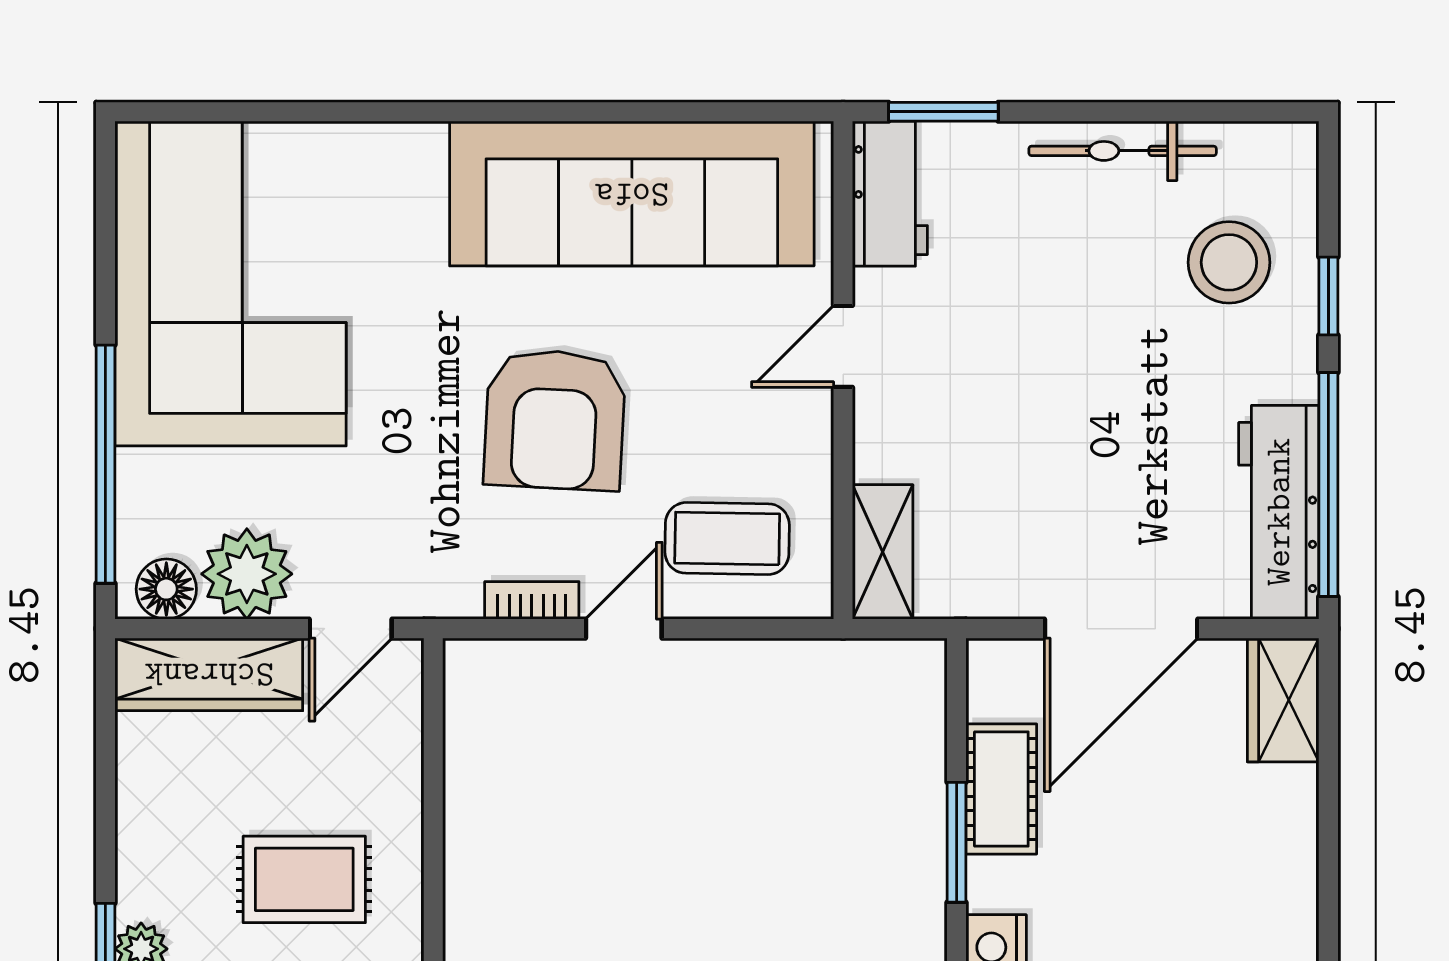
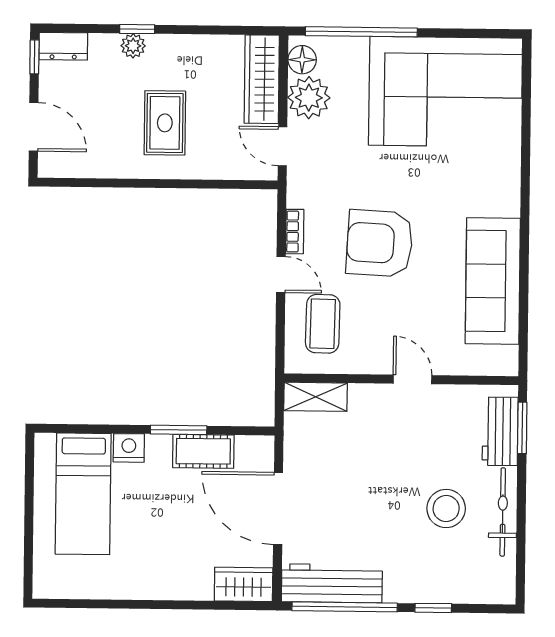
sofa: (632, 194) -> (493, 281), width x0.74, depth x0.79
workbench: (890, 194) -> (500, 431), moved, turned 90
stool: (1229, 262) -> (446, 509), moved

